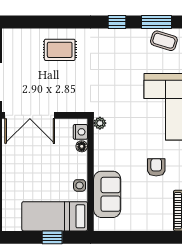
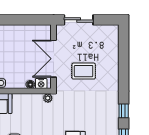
rug: (60, 50) -> (84, 71), moved, turned 90
double door: (30, 115) -> (54, 59), moved

